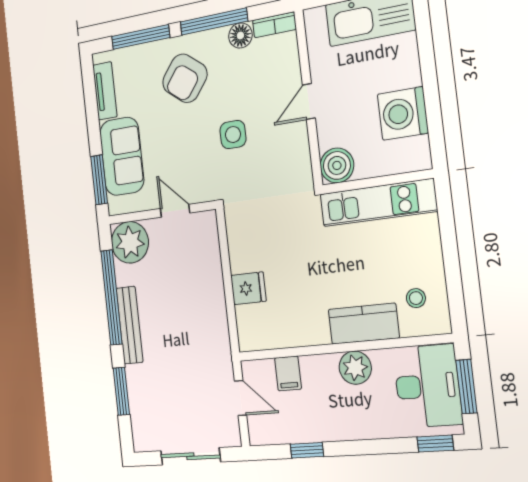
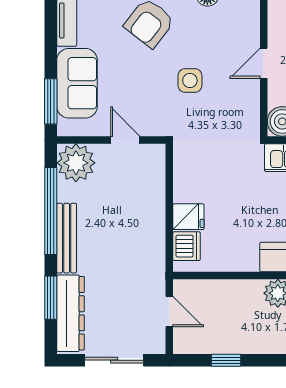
dishwasher: (250, 322) -> (186, 246), added
filing cabinet: (288, 373) -> (217, 294), removed
dresser: (142, 407) -> (70, 313), added

